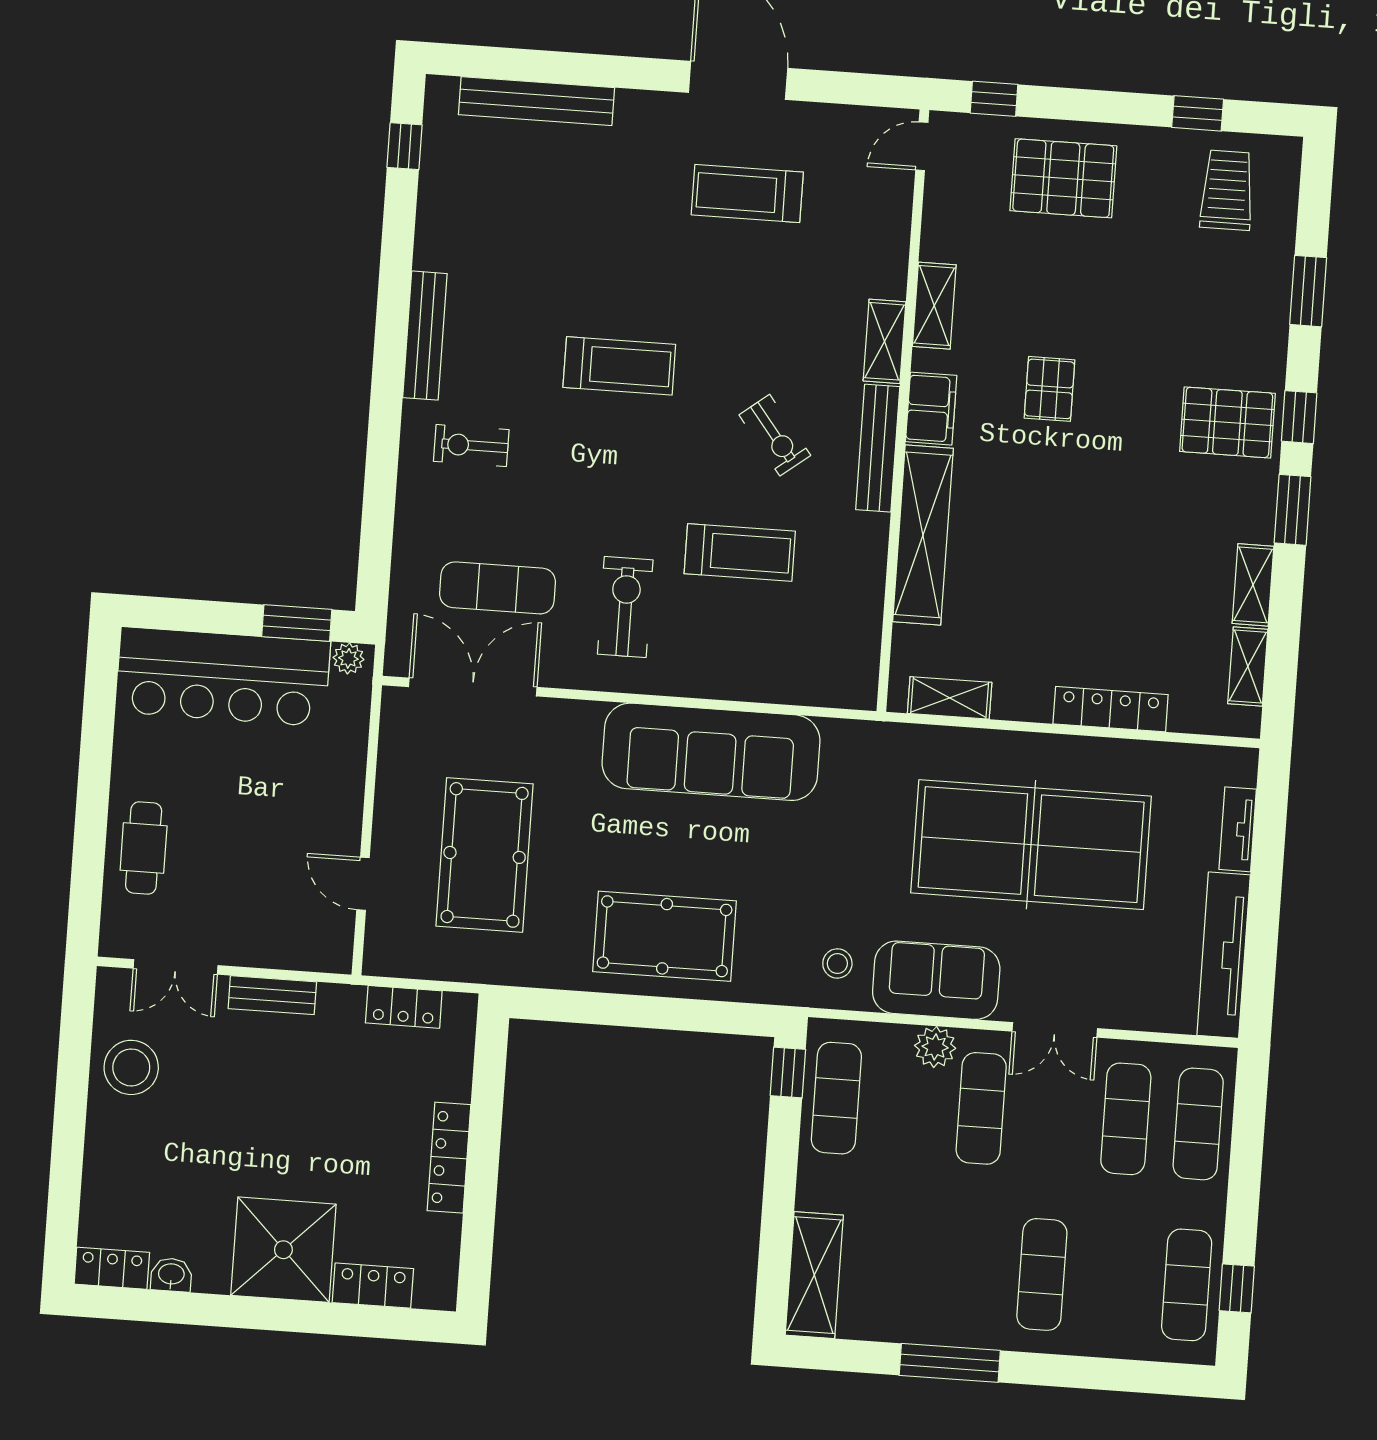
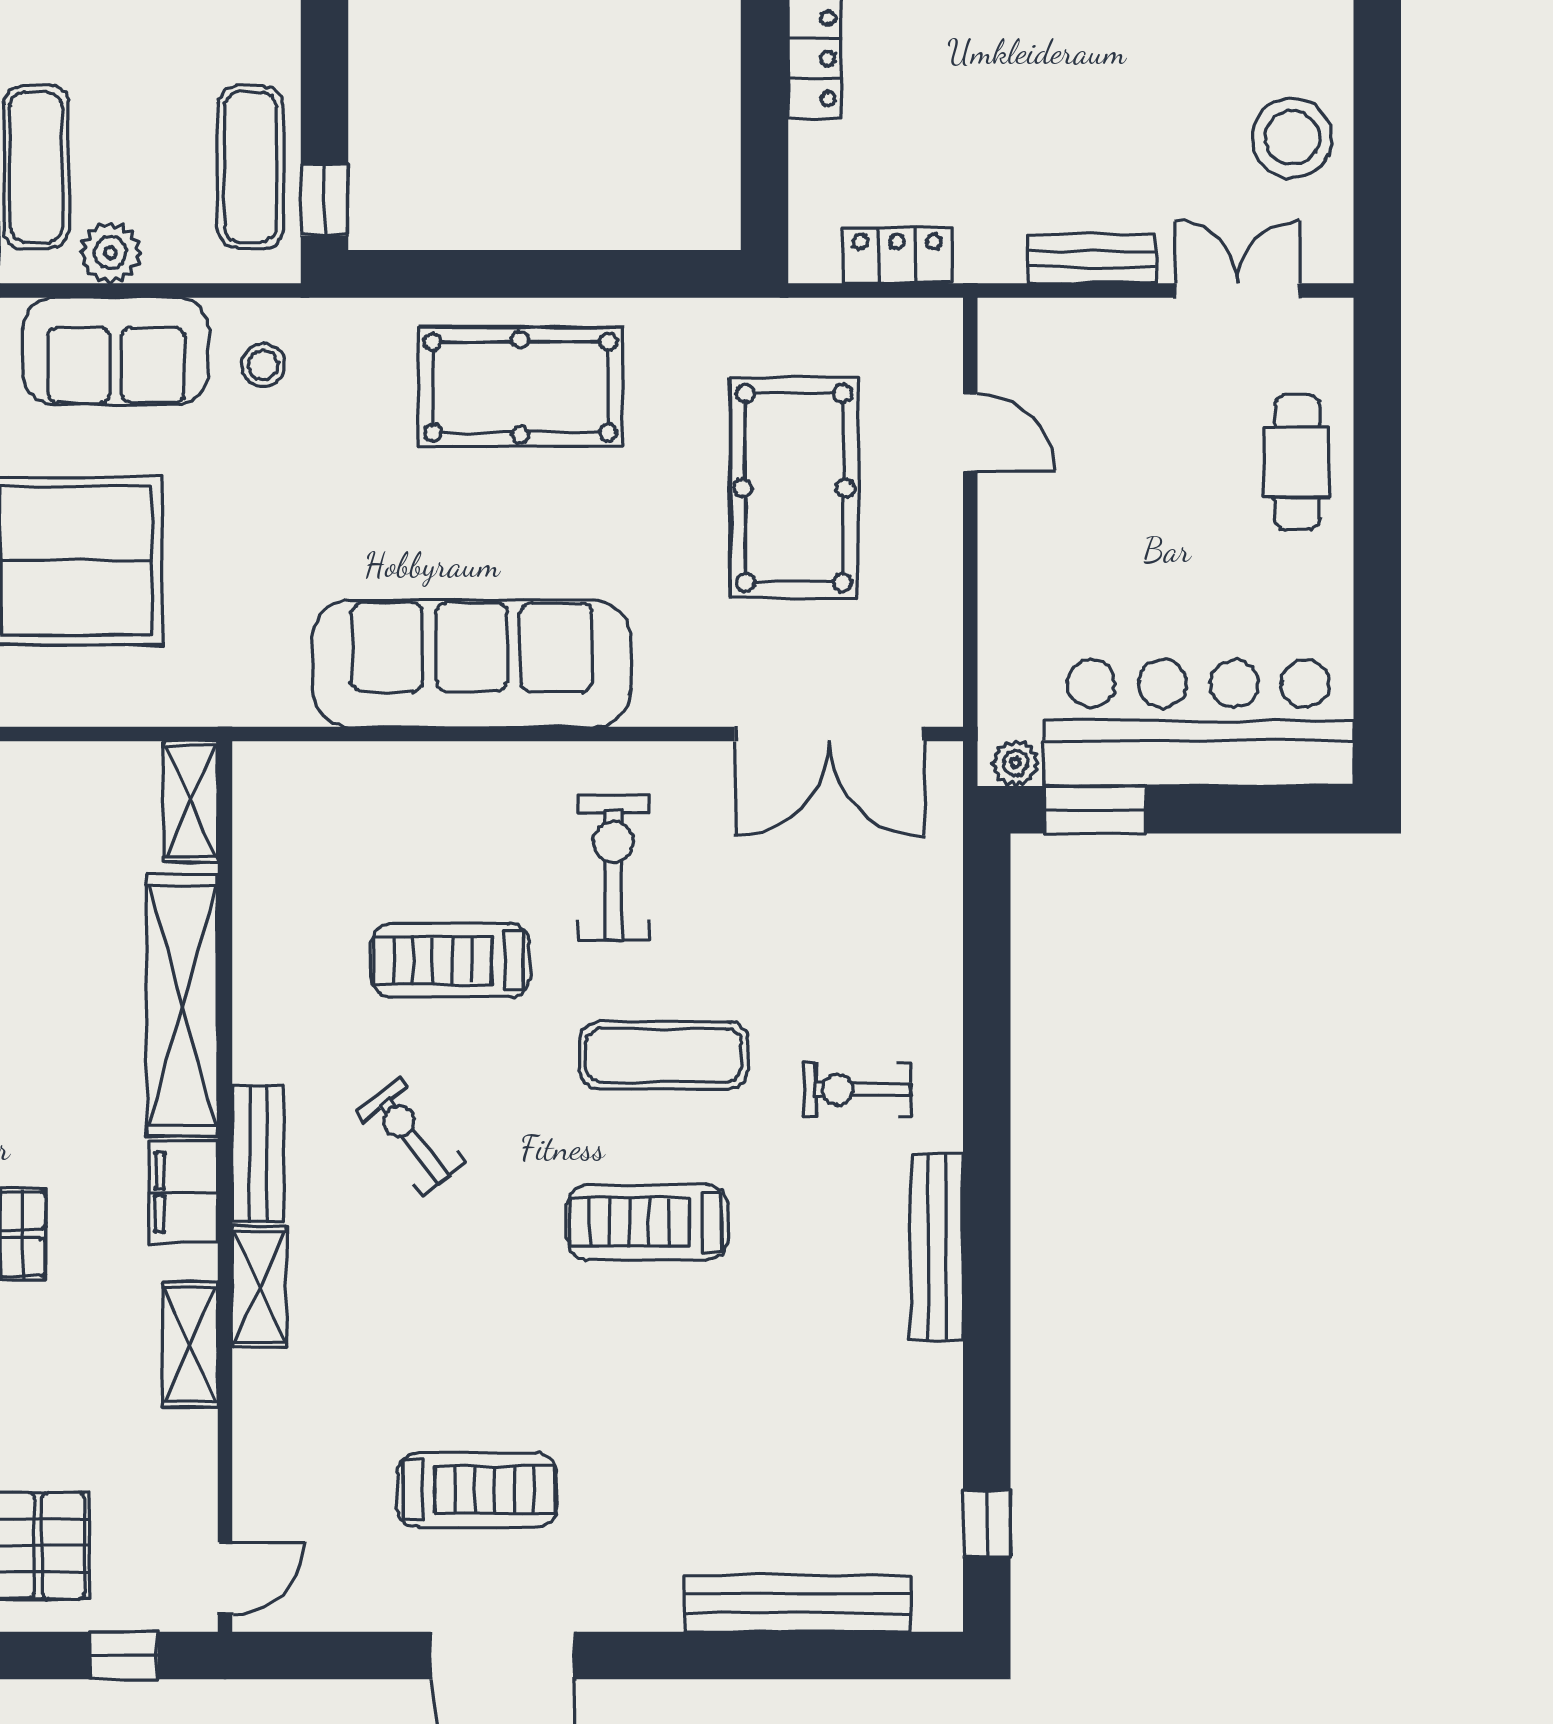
exercise bike: (471, 446) -> (857, 1089), turned 180
bench: (878, 448) -> (258, 1153), width x0.73
exercise mat: (498, 588) -> (664, 1055), moved
exercise bike: (625, 607) -> (613, 868), turned 180
shelving: (950, 698) -> (191, 802), moved, turned 90

